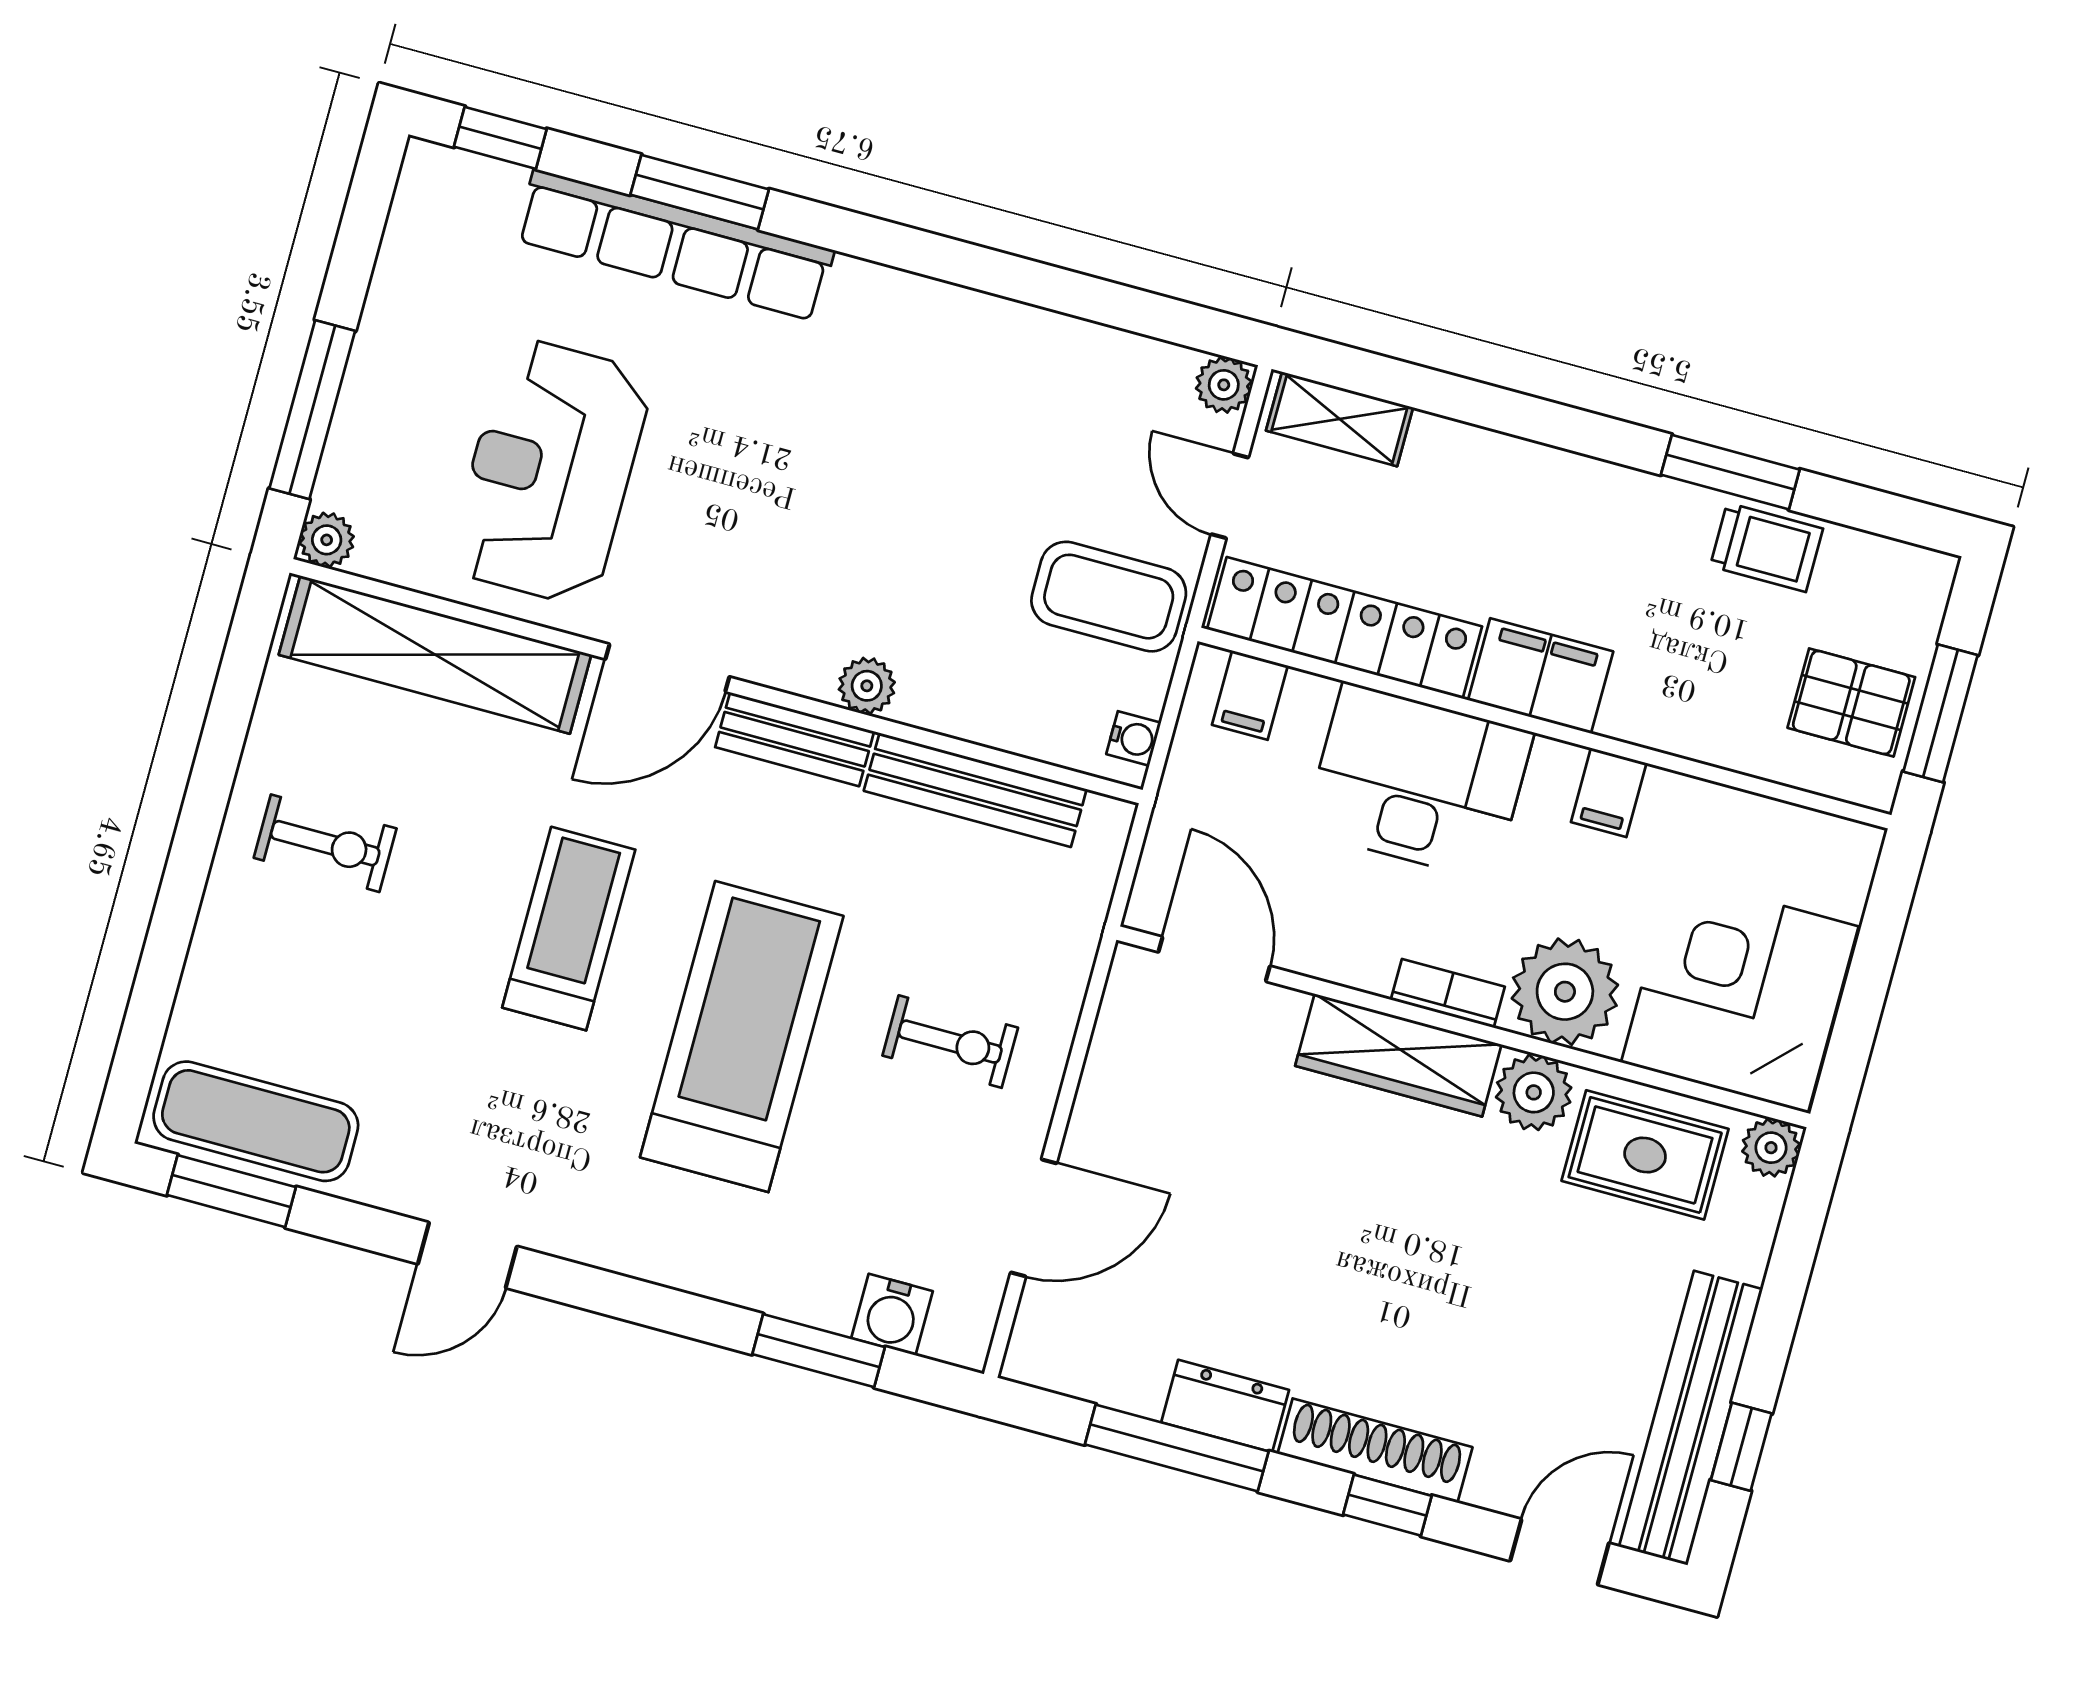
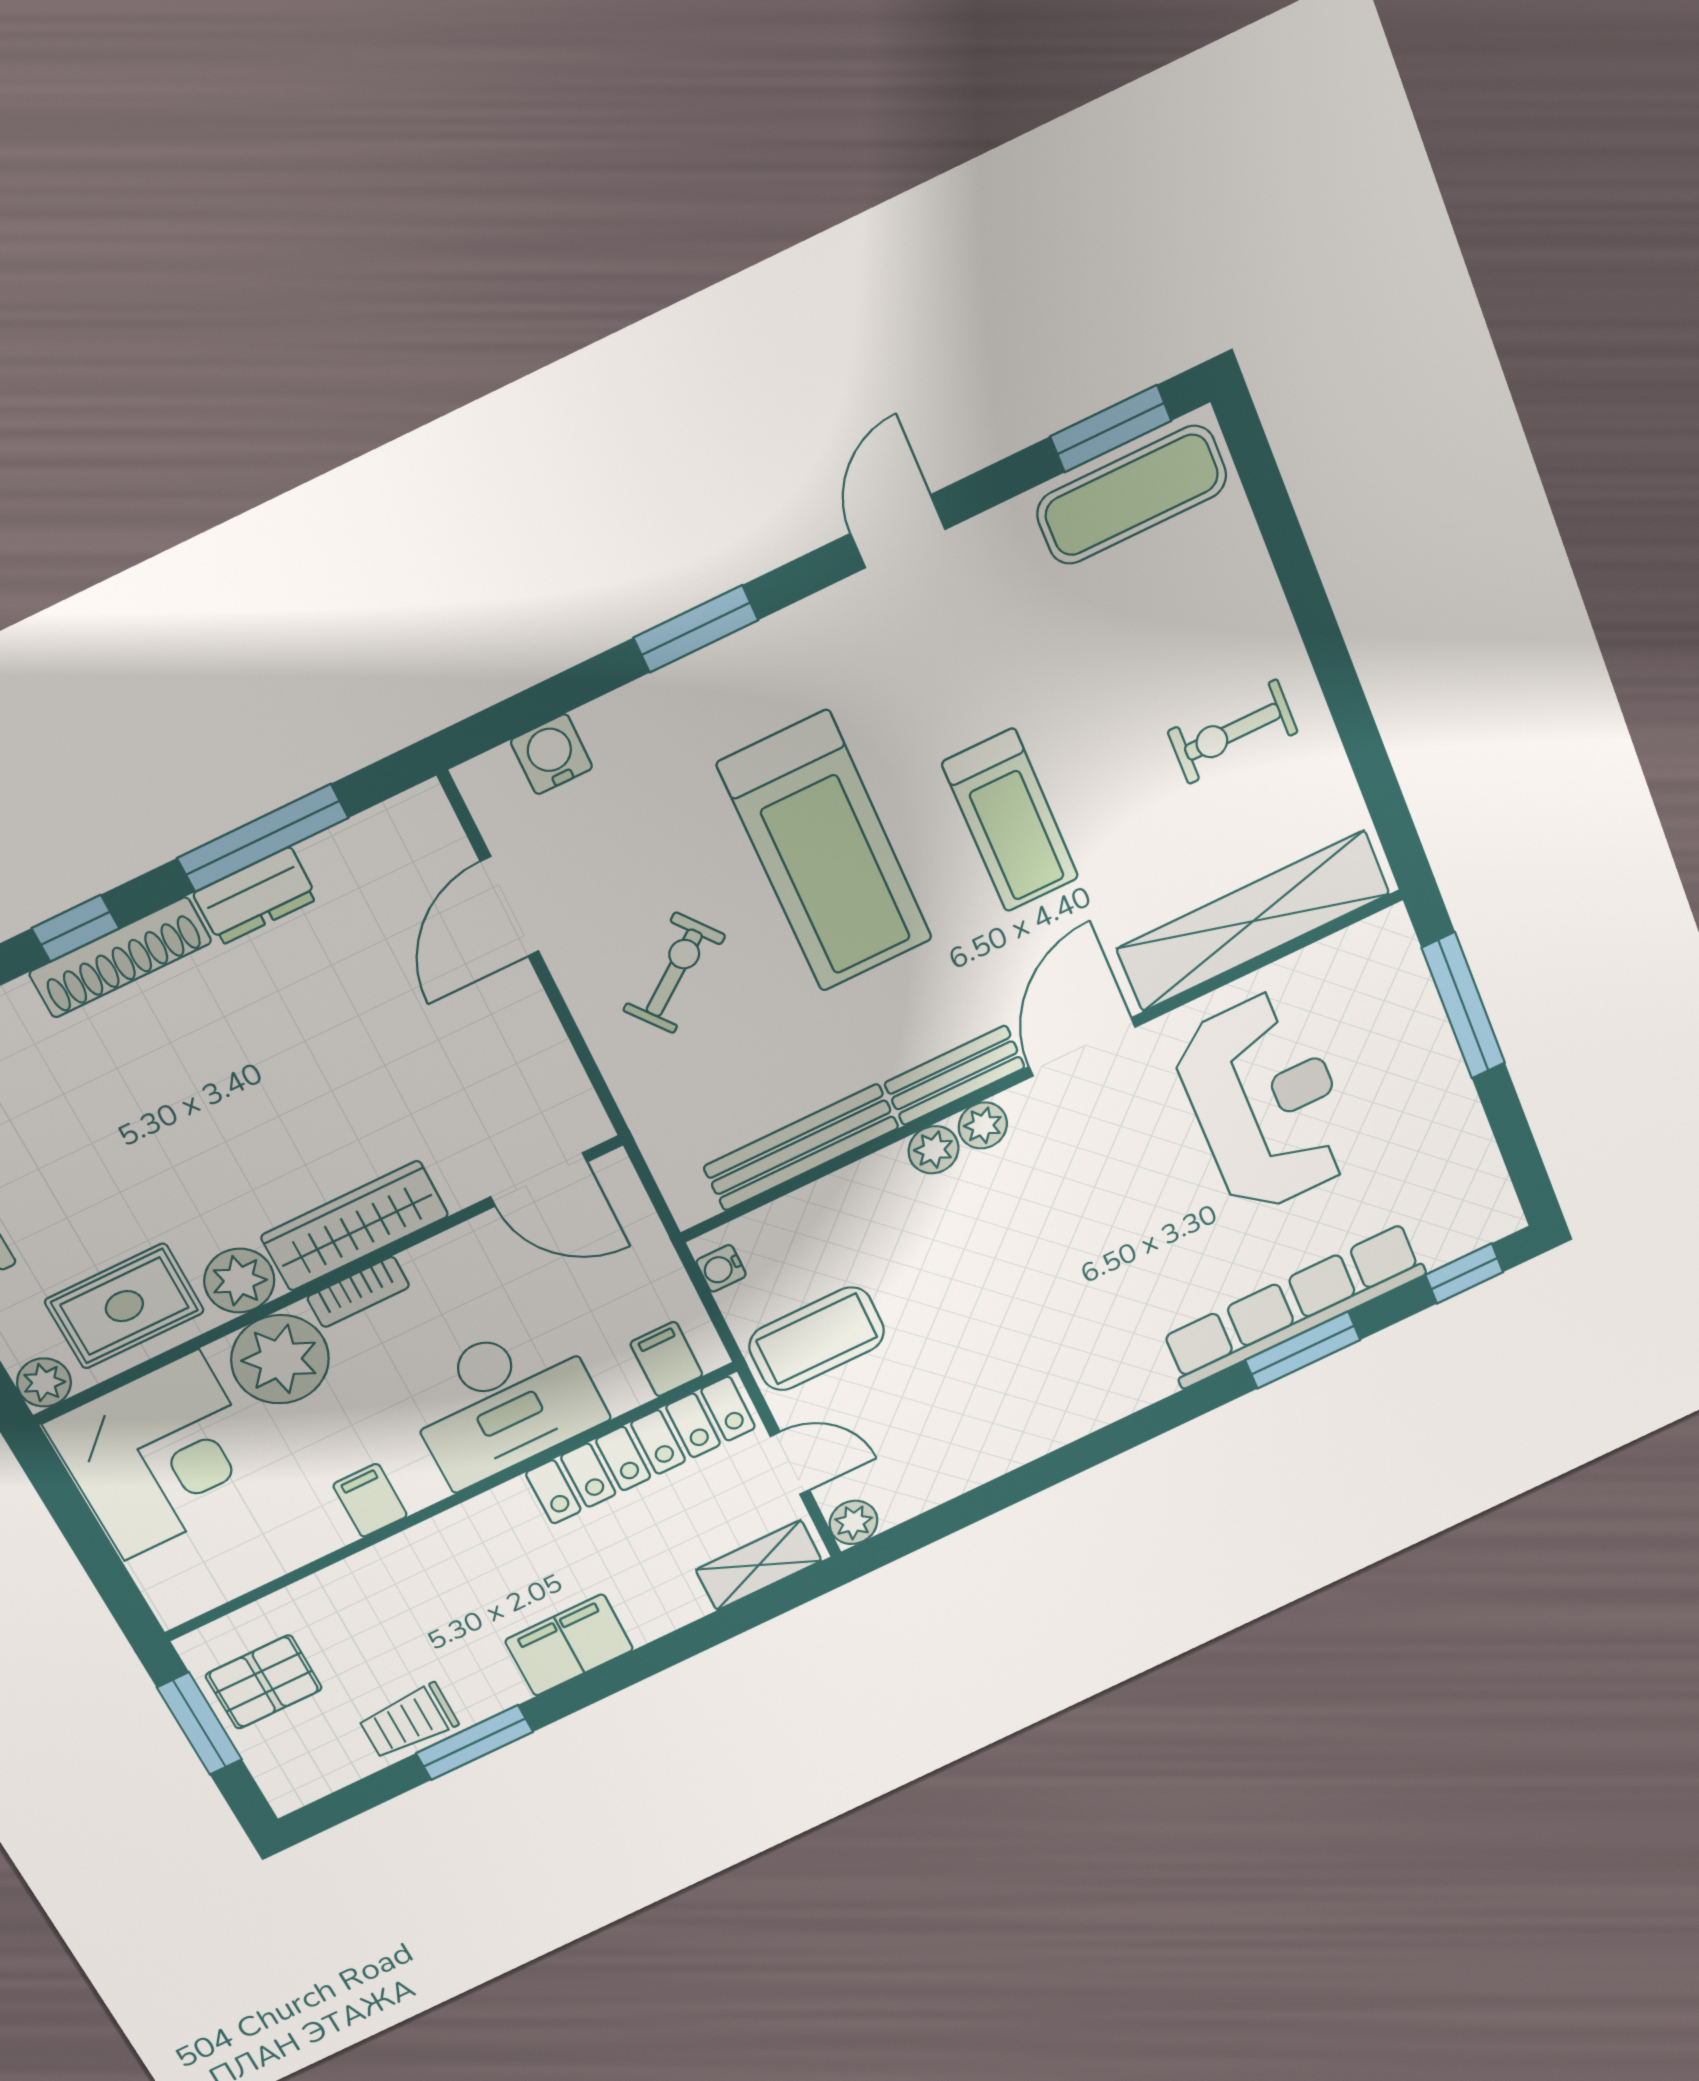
plant: (327, 540) -> (983, 1125), moved
filing cabinet: (1541, 676) -> (569, 1645), moved, turned 180
exercise bike: (950, 1042) -> (674, 973), turned 142
window: (819, 1351) -> (696, 629), moved

